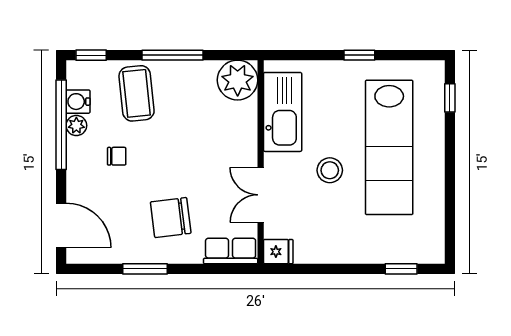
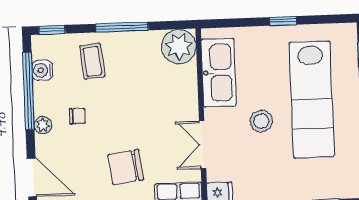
coffee table: (137, 93) -> (92, 61), width x0.73, depth x0.77
plant: (76, 125) -> (43, 125), moved

